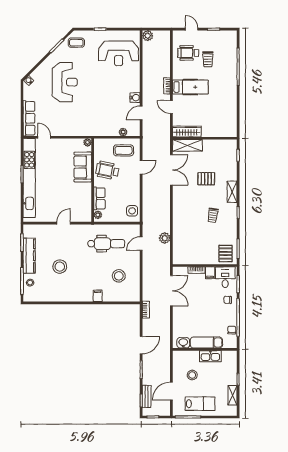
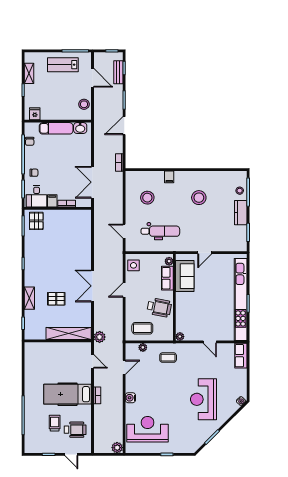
coffee table: (76, 43) -> (168, 358), moved
hospital bed: (190, 87) -> (67, 394), width x1.37, depth x1.29
water cooler: (135, 98) -> (130, 398), moved
door: (171, 107) -> (92, 361), moved
row of seats: (29, 118) -> (241, 356), width x0.68
wardrobe: (187, 132) -> (76, 348), removed
door: (44, 137) -> (210, 342), moved
shelving: (187, 145) -> (69, 333), width x1.47
sofa: (83, 167) -> (185, 276), moved
door: (141, 167) -> (124, 290), moved
double door: (171, 170) -> (92, 286), moved
shelving: (232, 192) -> (29, 298), moved
trolley: (213, 215) -> (49, 261), removed
plant: (165, 238) -> (100, 337), moved
dental chair: (106, 244) -> (160, 231), turned 180
door: (141, 244) -> (124, 231), swing flipped
kitchen counter: (29, 256) -> (241, 213), width x0.67
stool: (60, 267) -> (199, 198), moved
kitchen sink: (210, 356) -> (52, 114), removed
fridge: (227, 356) -> (35, 114), added
stool: (192, 375) -> (84, 104), moved
door: (171, 391) -> (92, 78), hinge flipped

